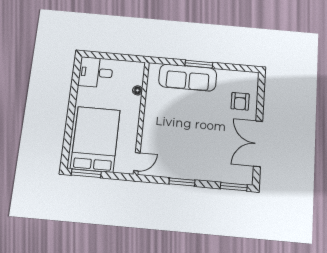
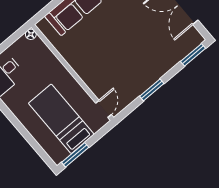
floor lamp: (138, 90) -> (31, 34), moved
bed: (95, 139) -> (61, 119), width x0.67

